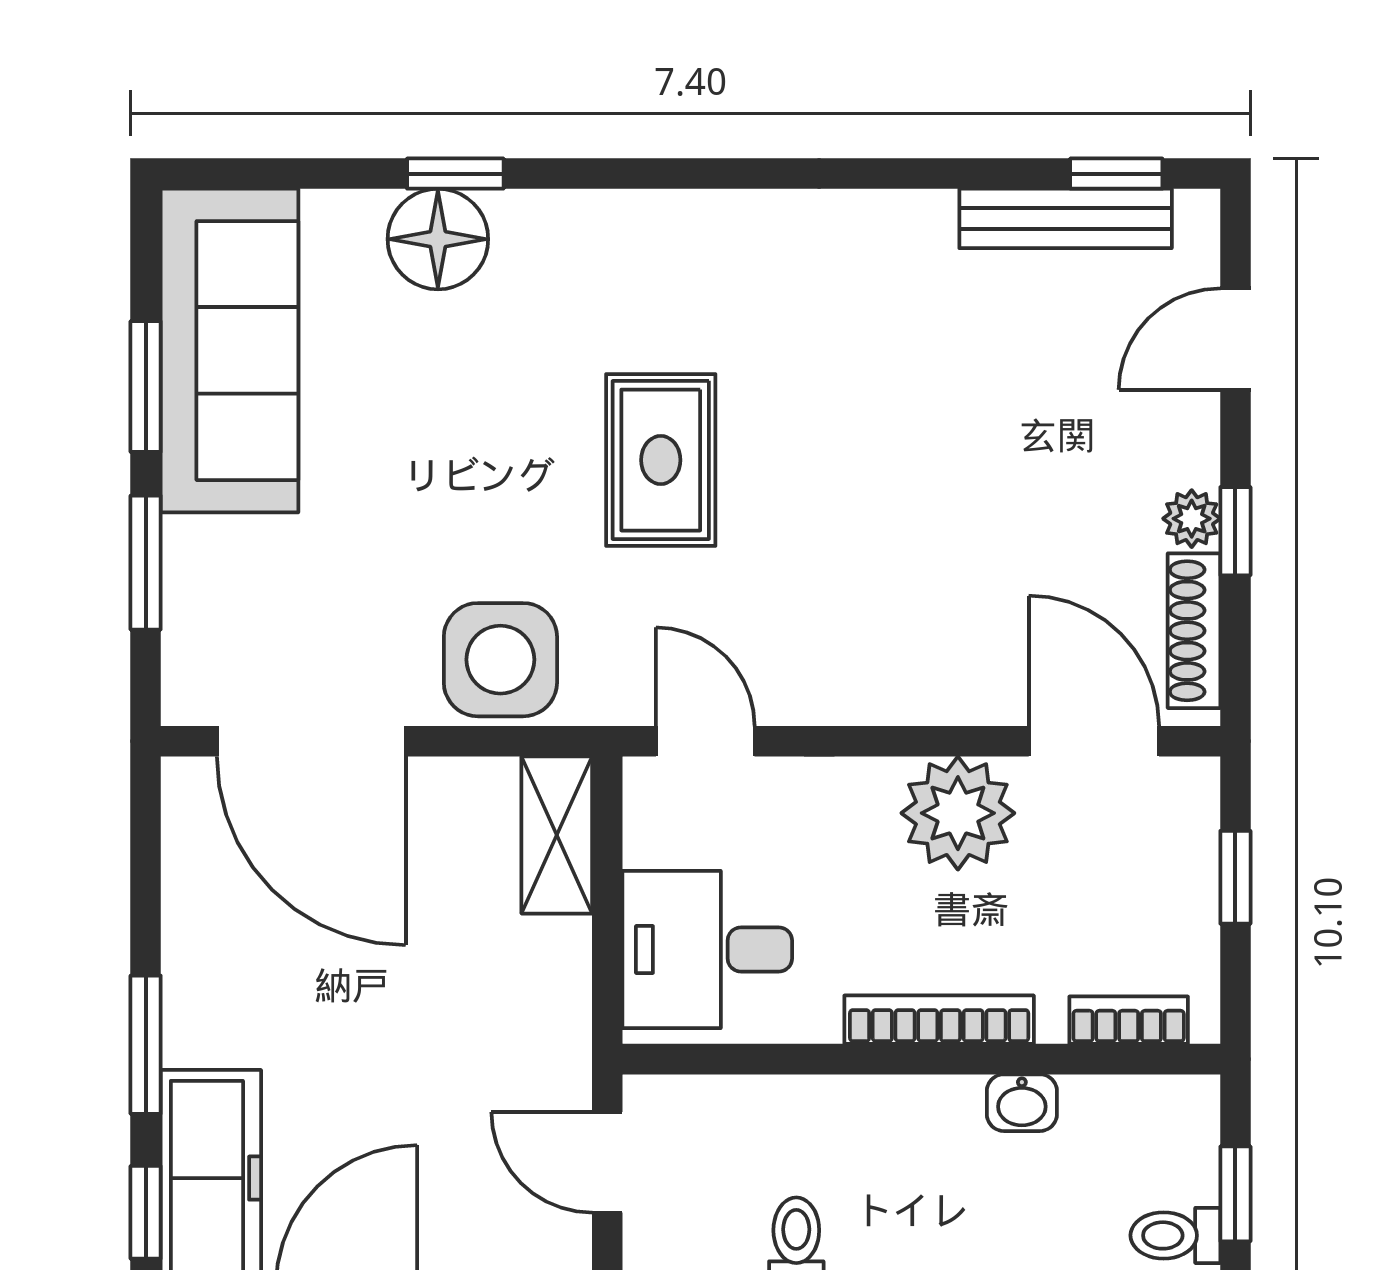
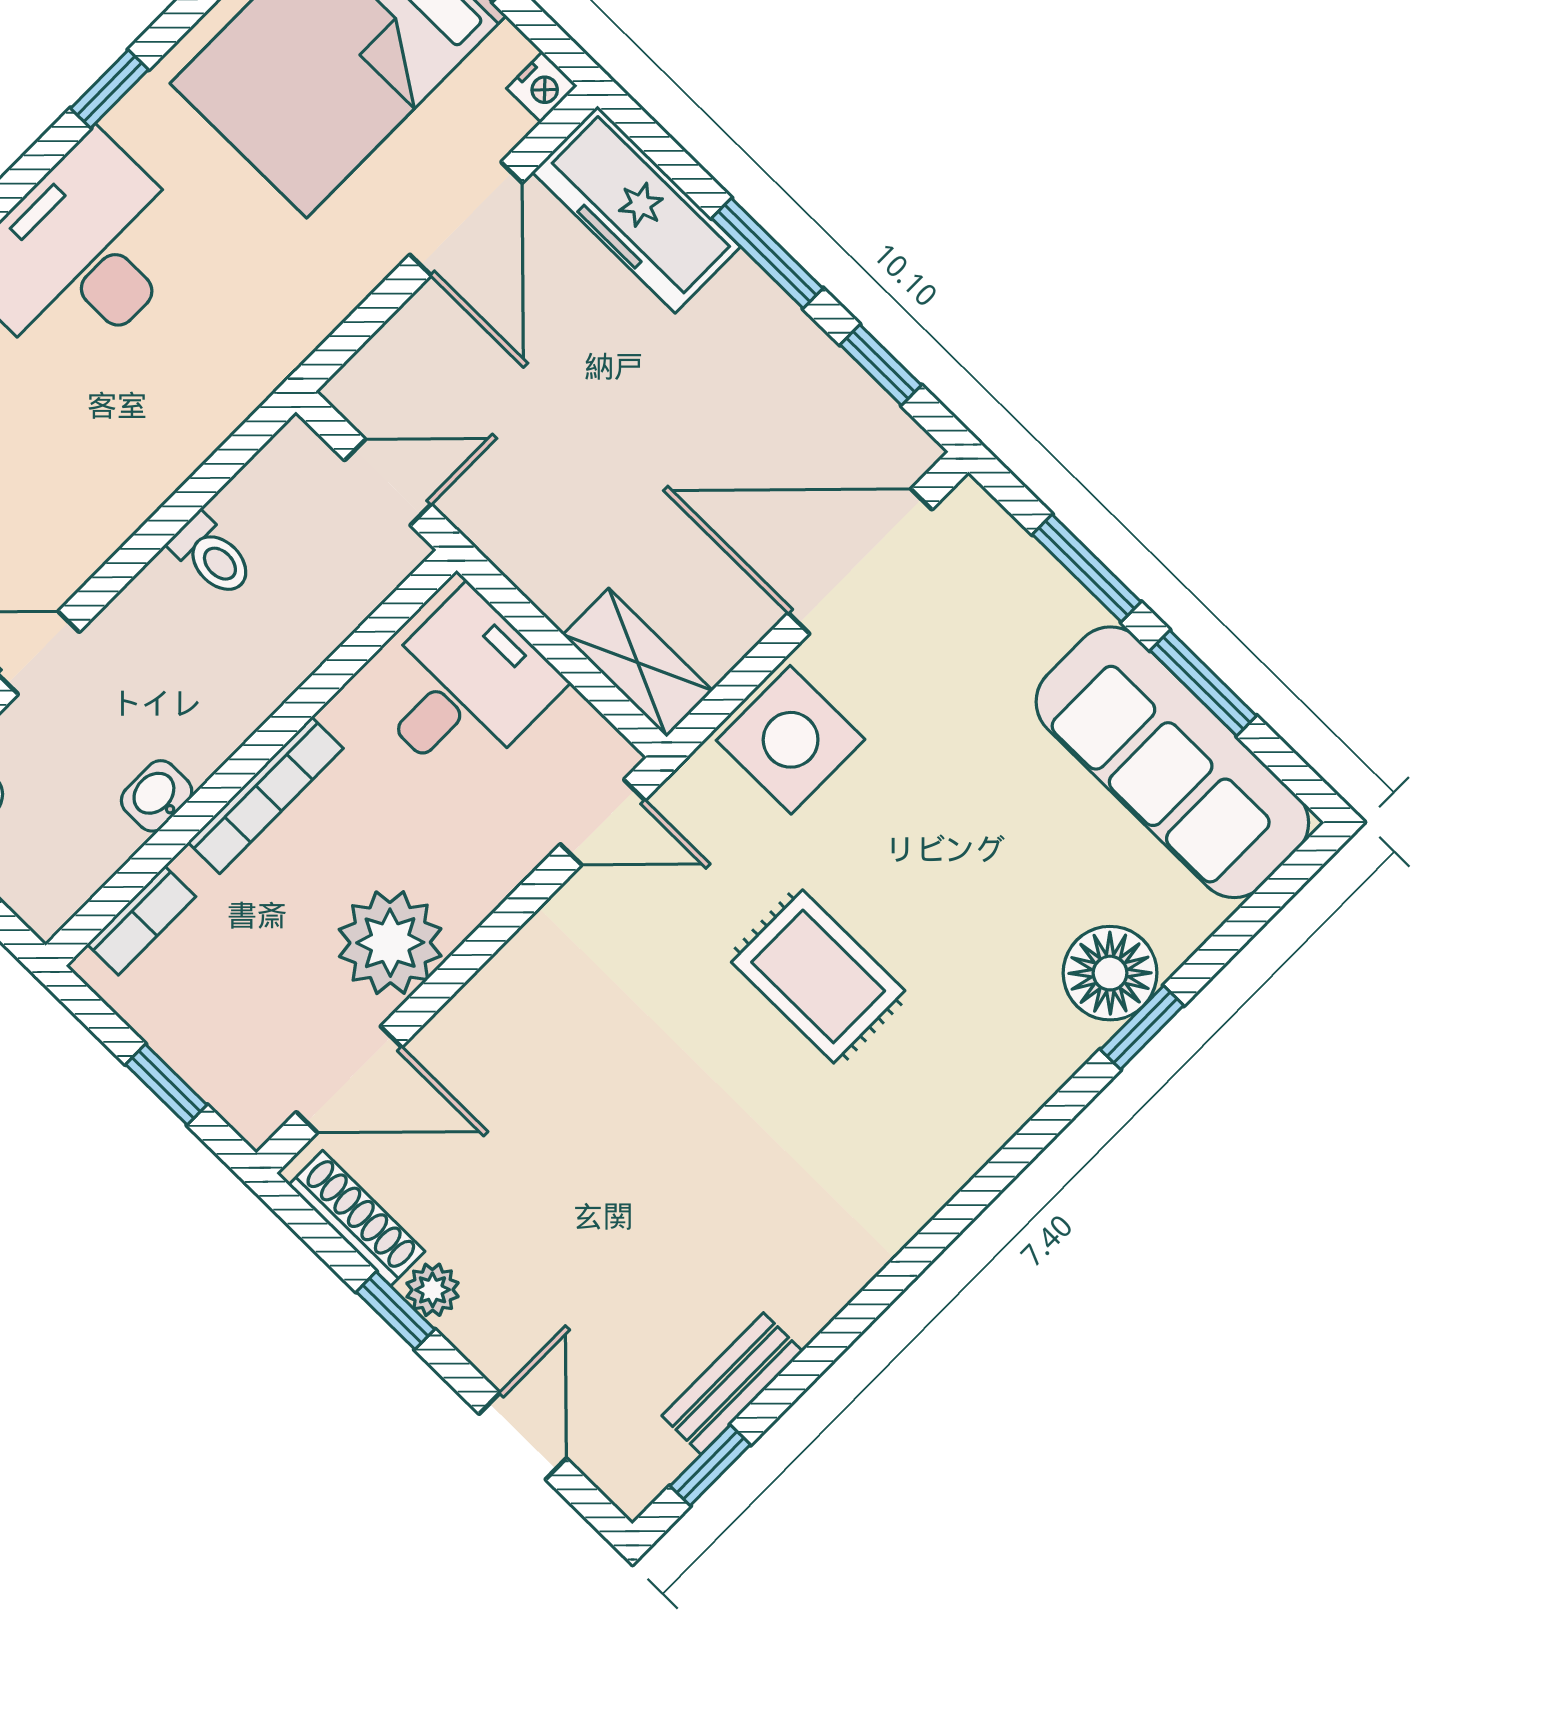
bench: (1066, 218) -> (732, 1384), width x0.73
window: (146, 1212) -> (881, 365), moved

